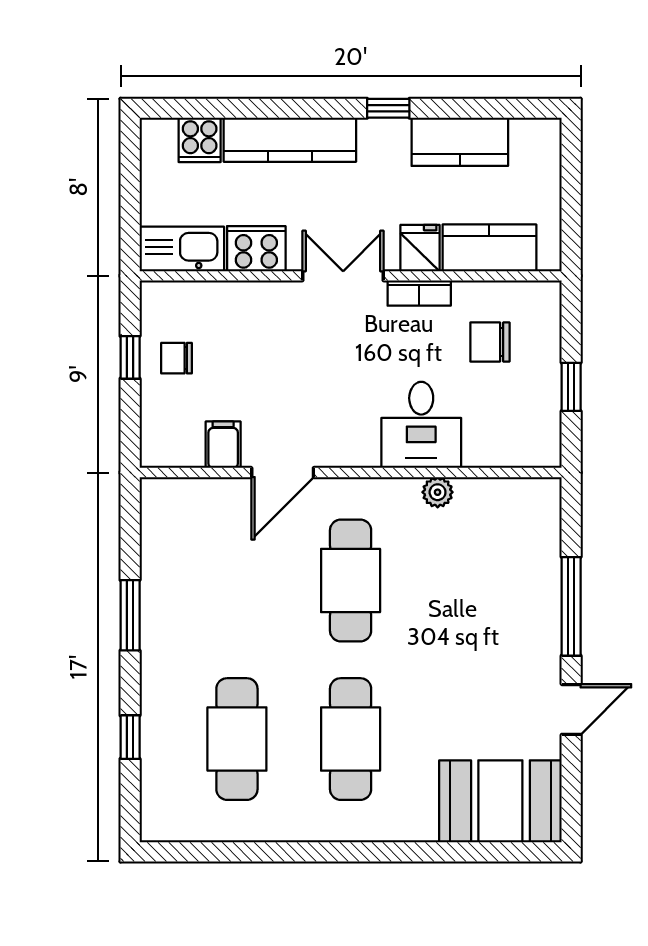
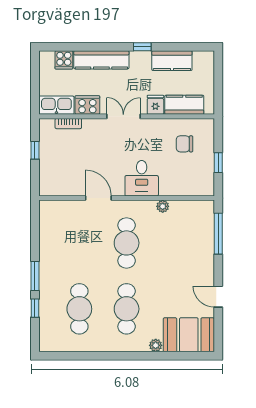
bookcase: (419, 293) -> (68, 124), moved
chair: (177, 358) -> (54, 151), removed
desk: (421, 425) -> (142, 178), moved
filing cabinet: (223, 445) -> (74, 187), removed
door: (283, 473) -> (98, 198), swing flipped
window: (571, 606) -> (218, 234), moved
window: (130, 615) -> (35, 276), moved
door: (571, 709) -> (218, 297), swing flipped
plant: (421, 827) -> (156, 345), added

